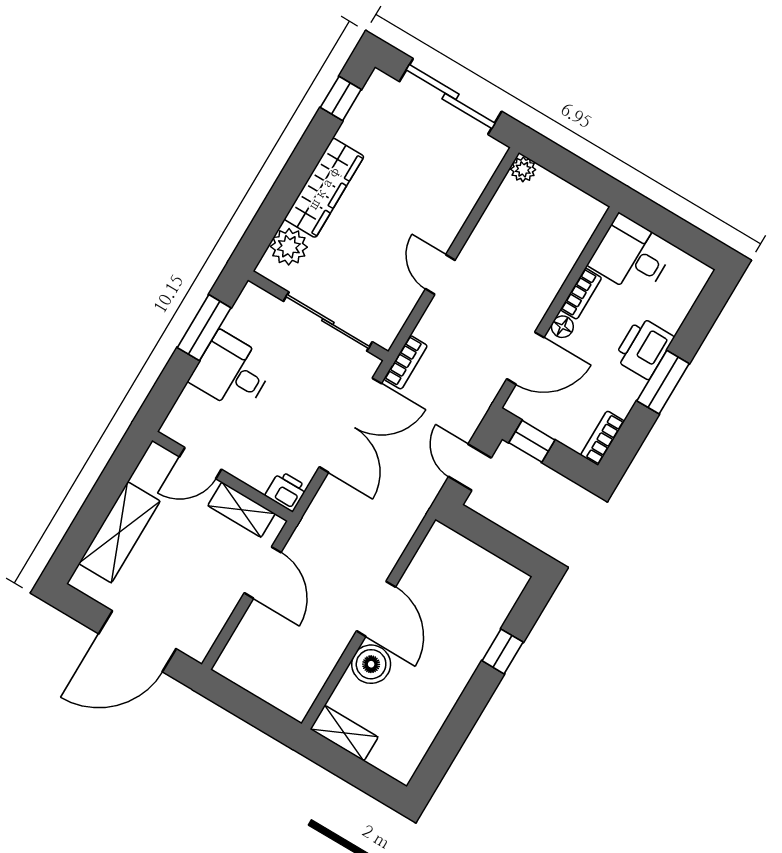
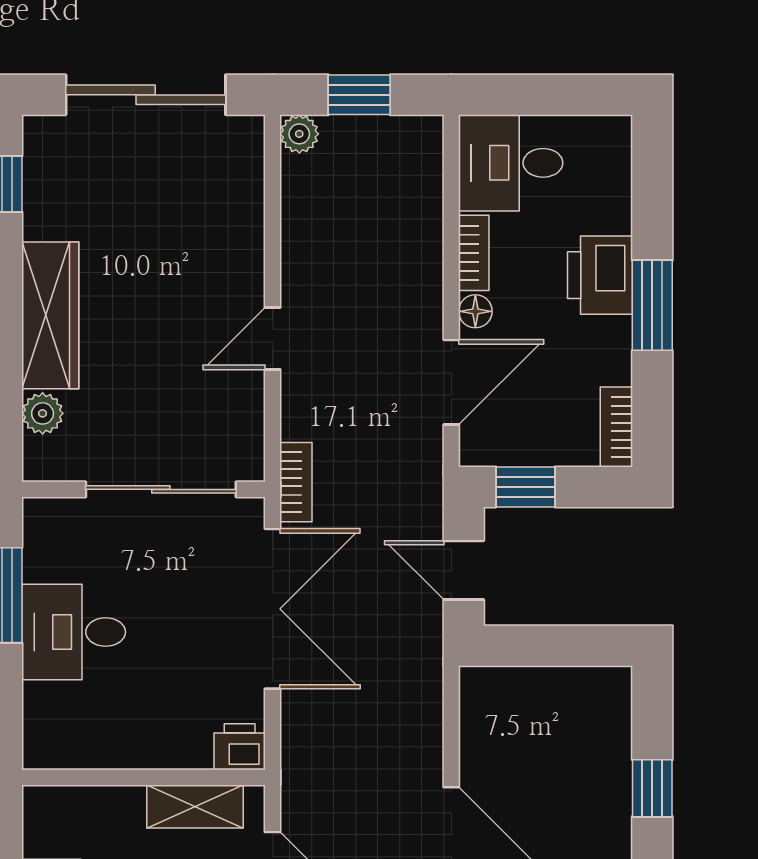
window: (570, 167) -> (359, 95), added
plant: (289, 247) -> (43, 413), width x0.73, depth x0.73
door: (440, 275) -> (273, 338), hinge flipped
door: (200, 463) -> (104, 777), removed

